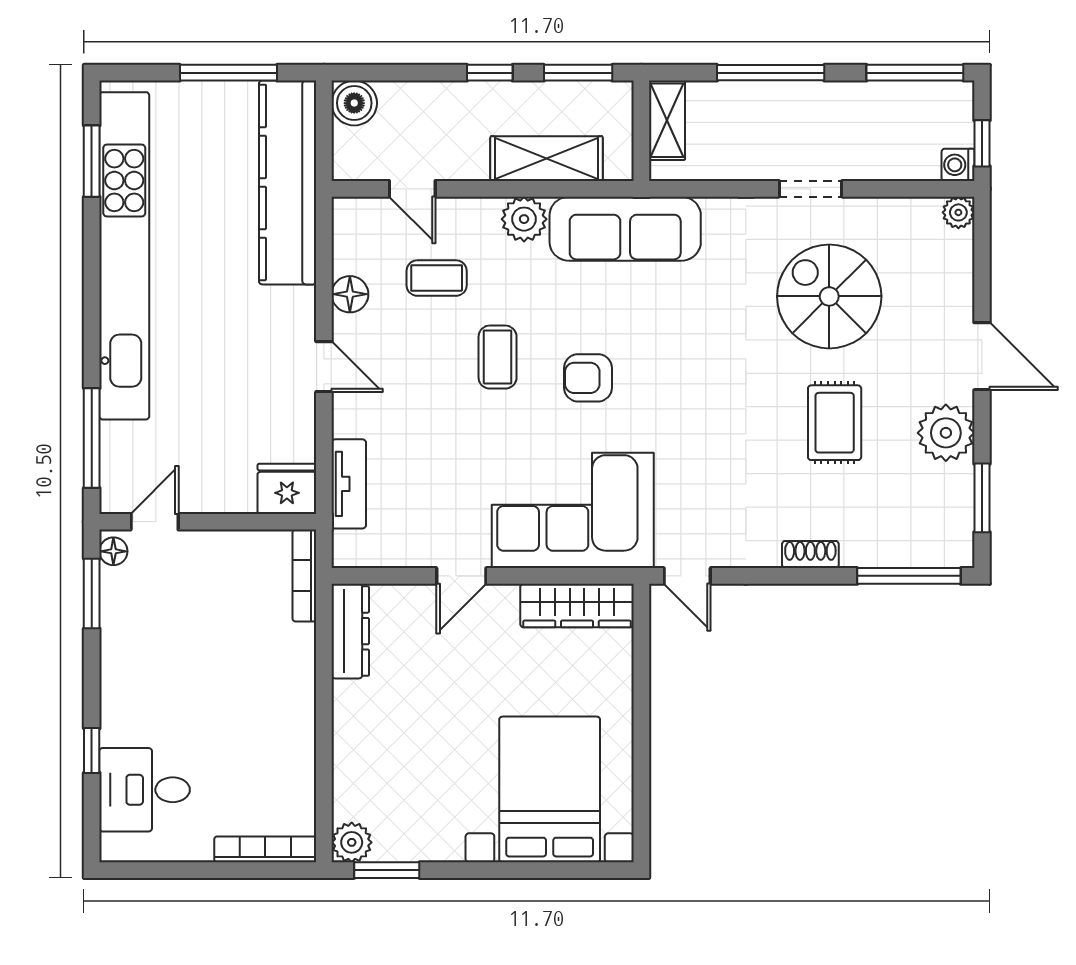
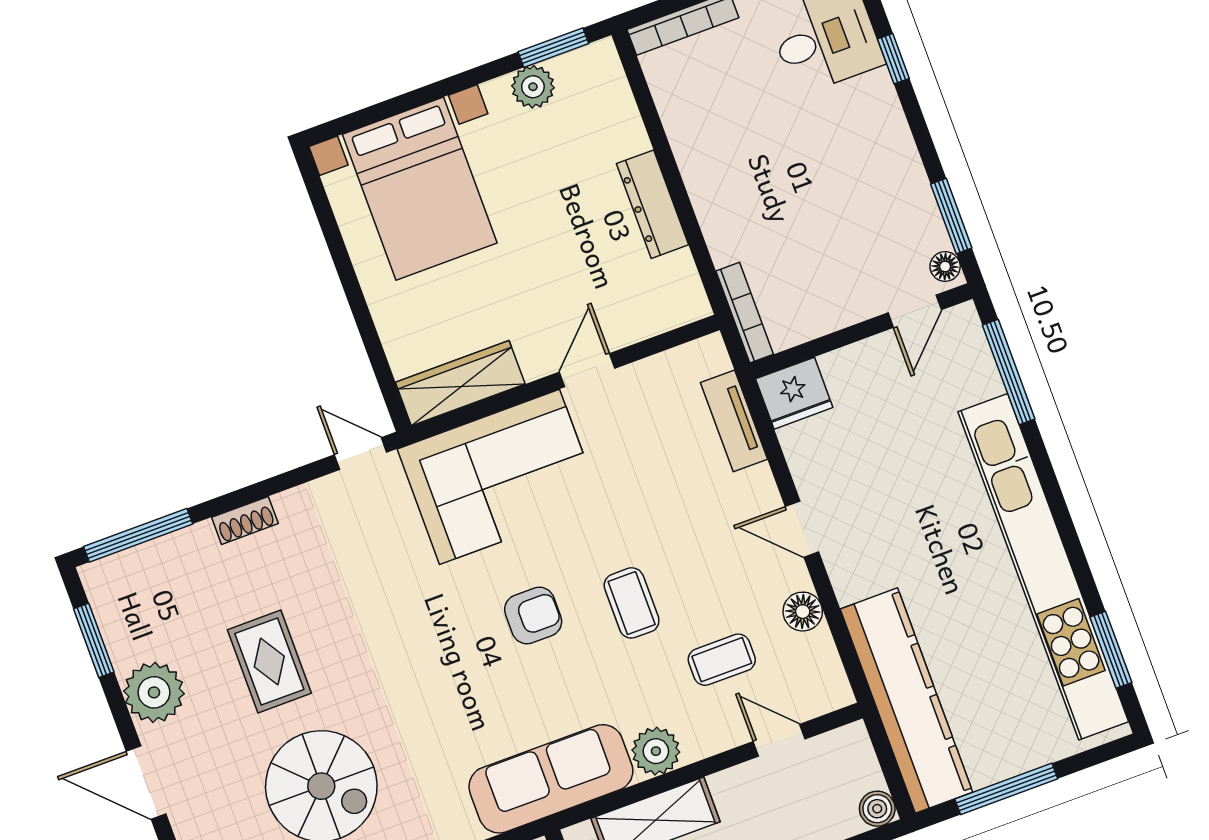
boiler: (354, 103) -> (877, 809), width x0.73, depth x0.73
dresser: (350, 631) -> (653, 204), moved
plant: (352, 842) -> (533, 87), moved

